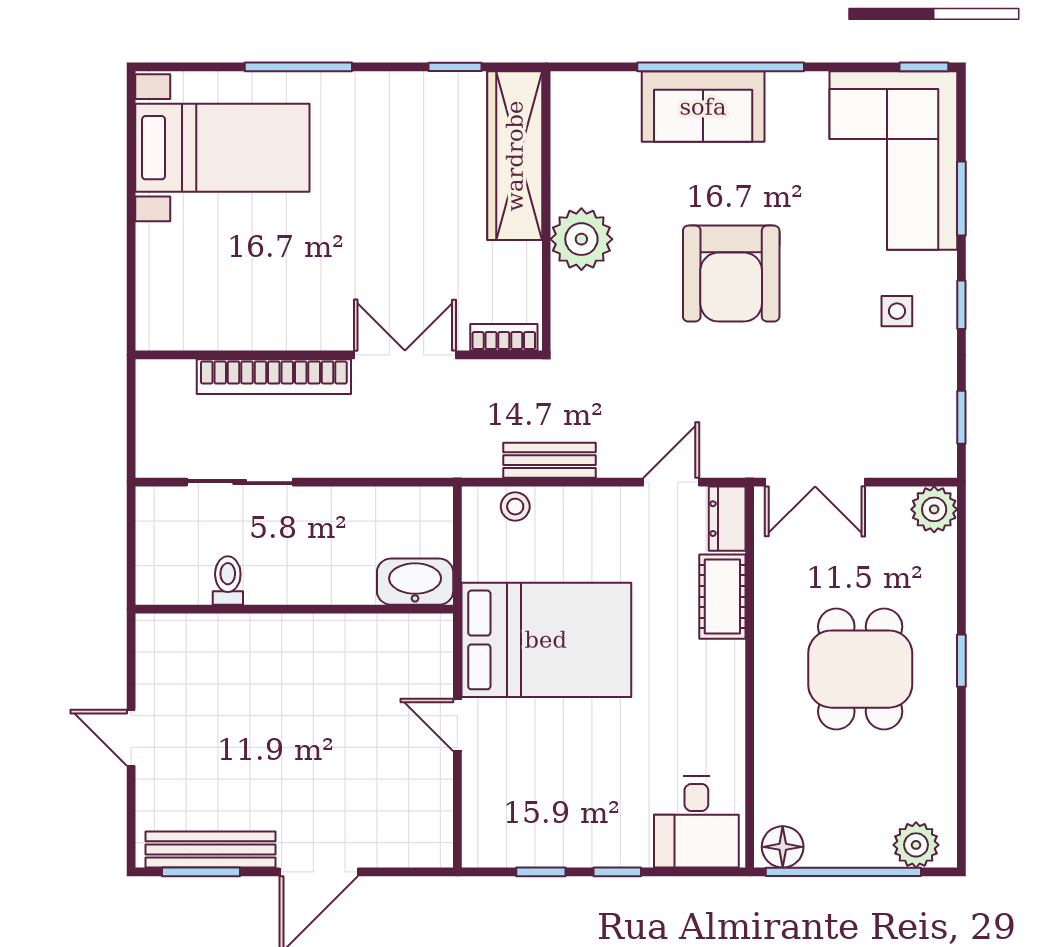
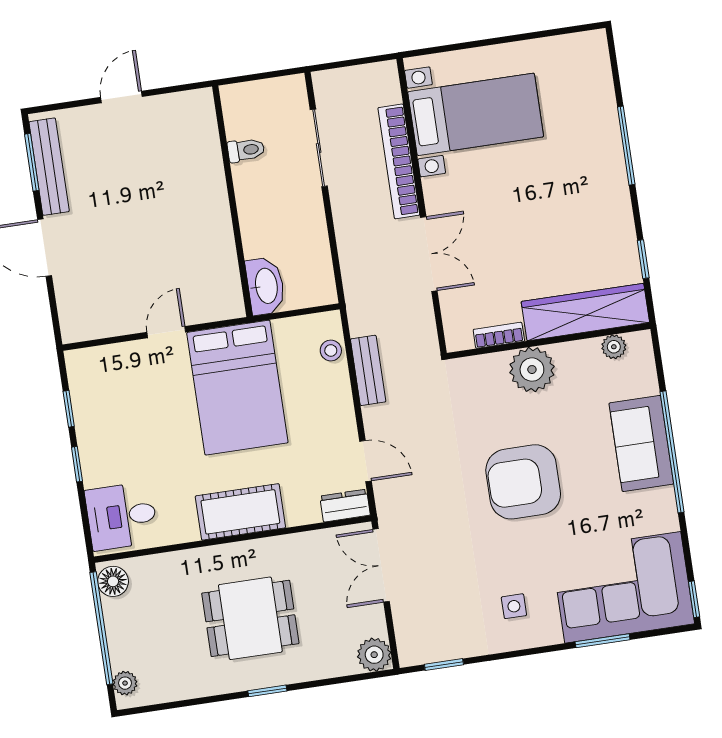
plant: (567, 124) -> (614, 347), added
bed with nightstands: (222, 148) -> (476, 114), moved, turned -90
window: (961, 305) -> (525, 652), removed
bookcase: (504, 337) -> (499, 335), moved, turned -90
cot: (722, 597) -> (240, 512), moved, width x1.37, depth x1.34
plant: (916, 845) -> (125, 683), width x0.73, depth x0.73

